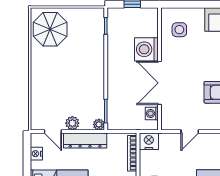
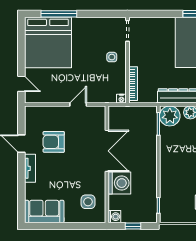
washing machine: (152, 113) -> (114, 217), moved
plant: (99, 124) -> (170, 116), width x1.87, depth x1.87
nightstand: (149, 141) -> (121, 99), width x0.53, depth x0.56

